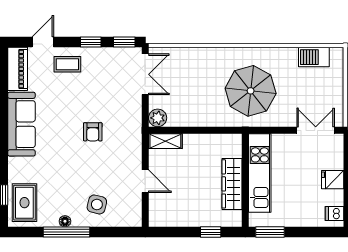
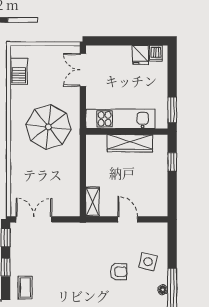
plant: (158, 118) -> (72, 208), removed
armchair: (93, 132) -> (118, 272), moved
fridge: (333, 180) -> (140, 55), moved
door: (145, 181) -> (128, 219), hinge flipped

